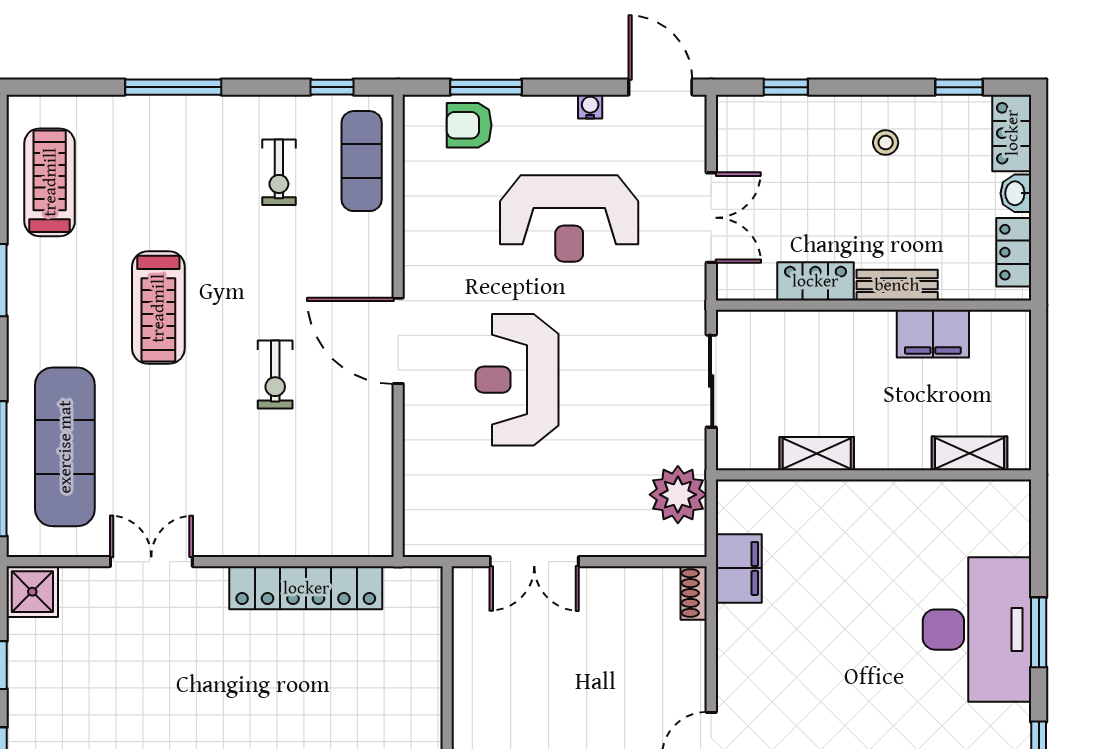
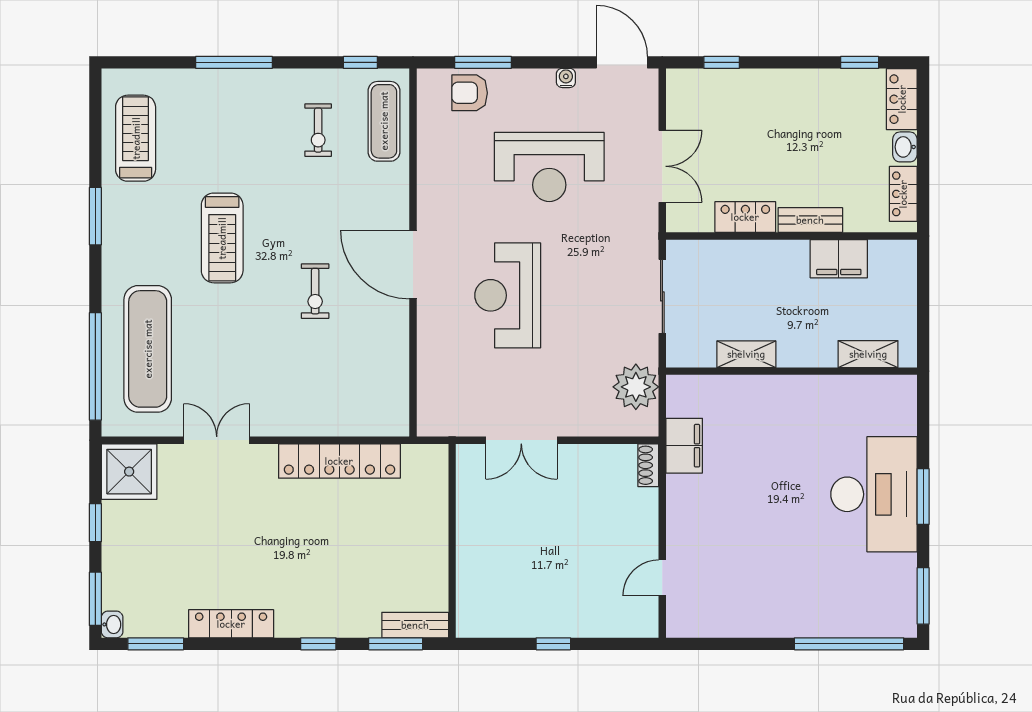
stool: (886, 143) -> (801, 107), removed
shower: (32, 592) -> (129, 472), width x1.36, depth x1.36

